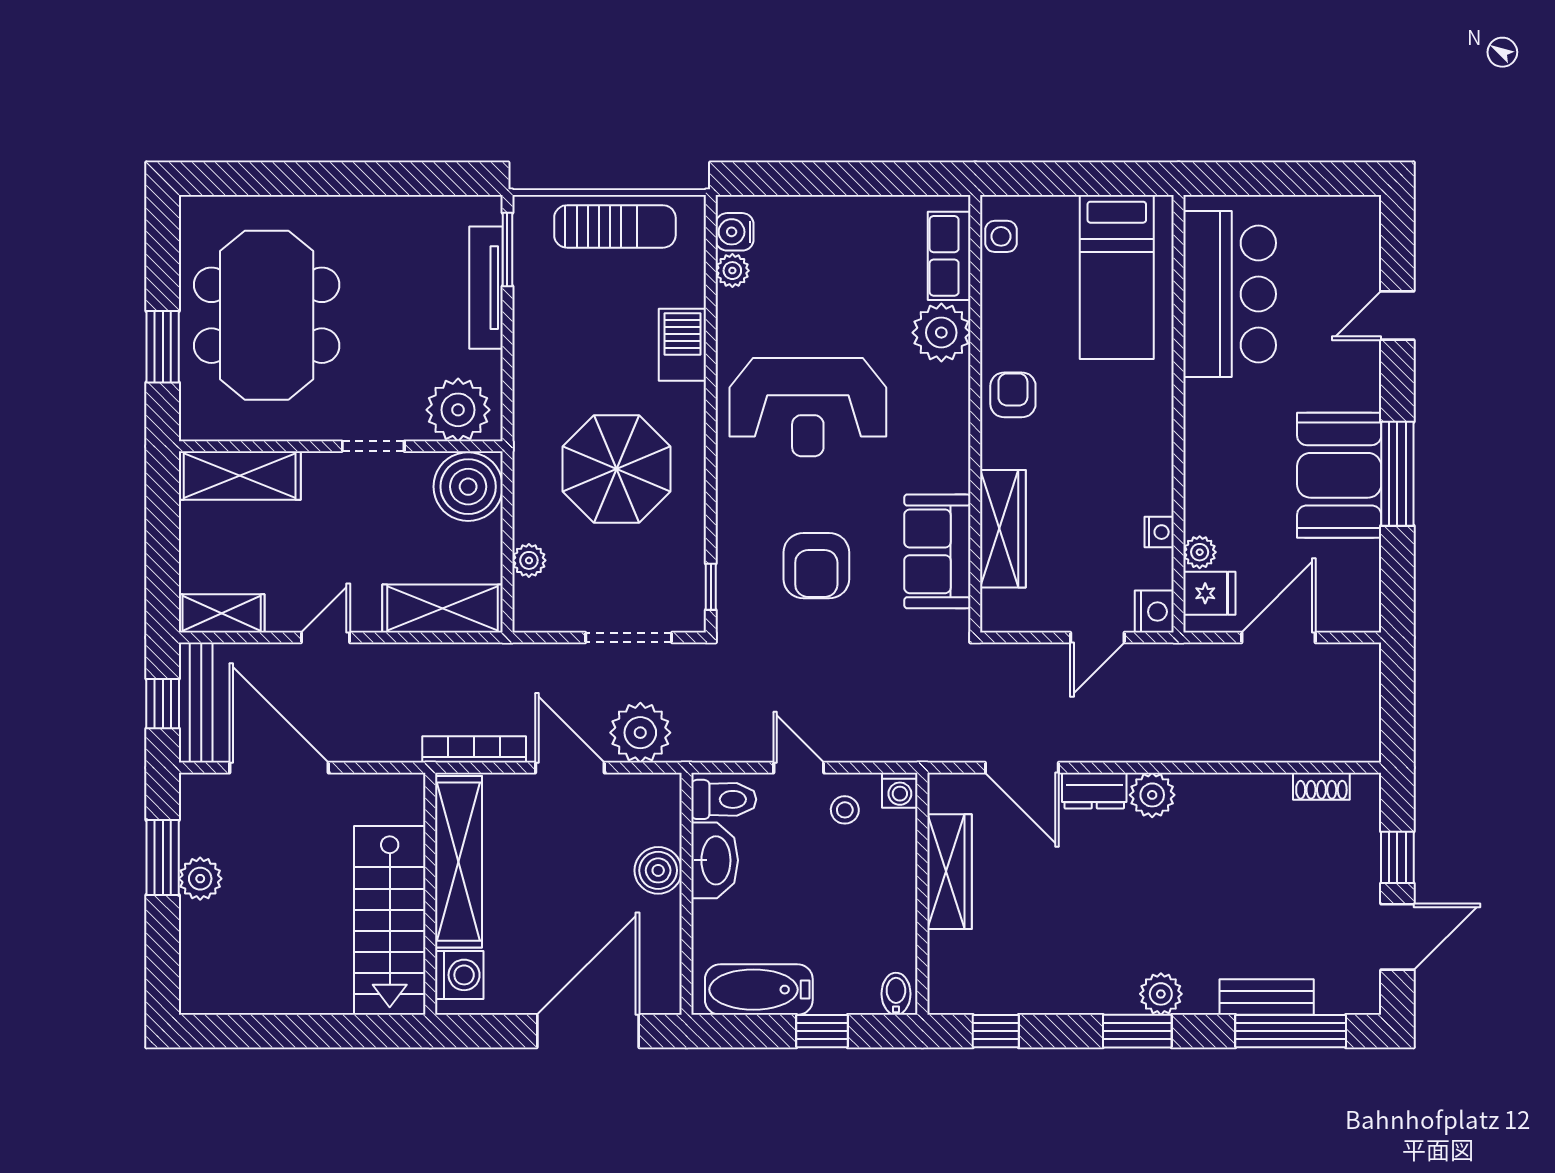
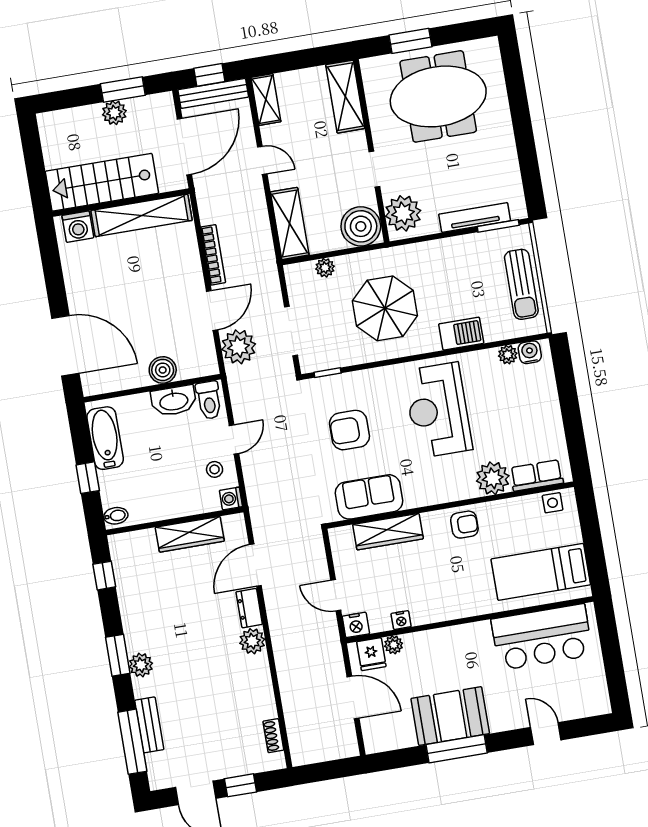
shelving: (459, 862) -> (142, 215), moved
wall: (430, 894) -> (121, 203), moved
stairs: (390, 920) -> (102, 182), moved
washing machine: (459, 975) -> (78, 227), moved

